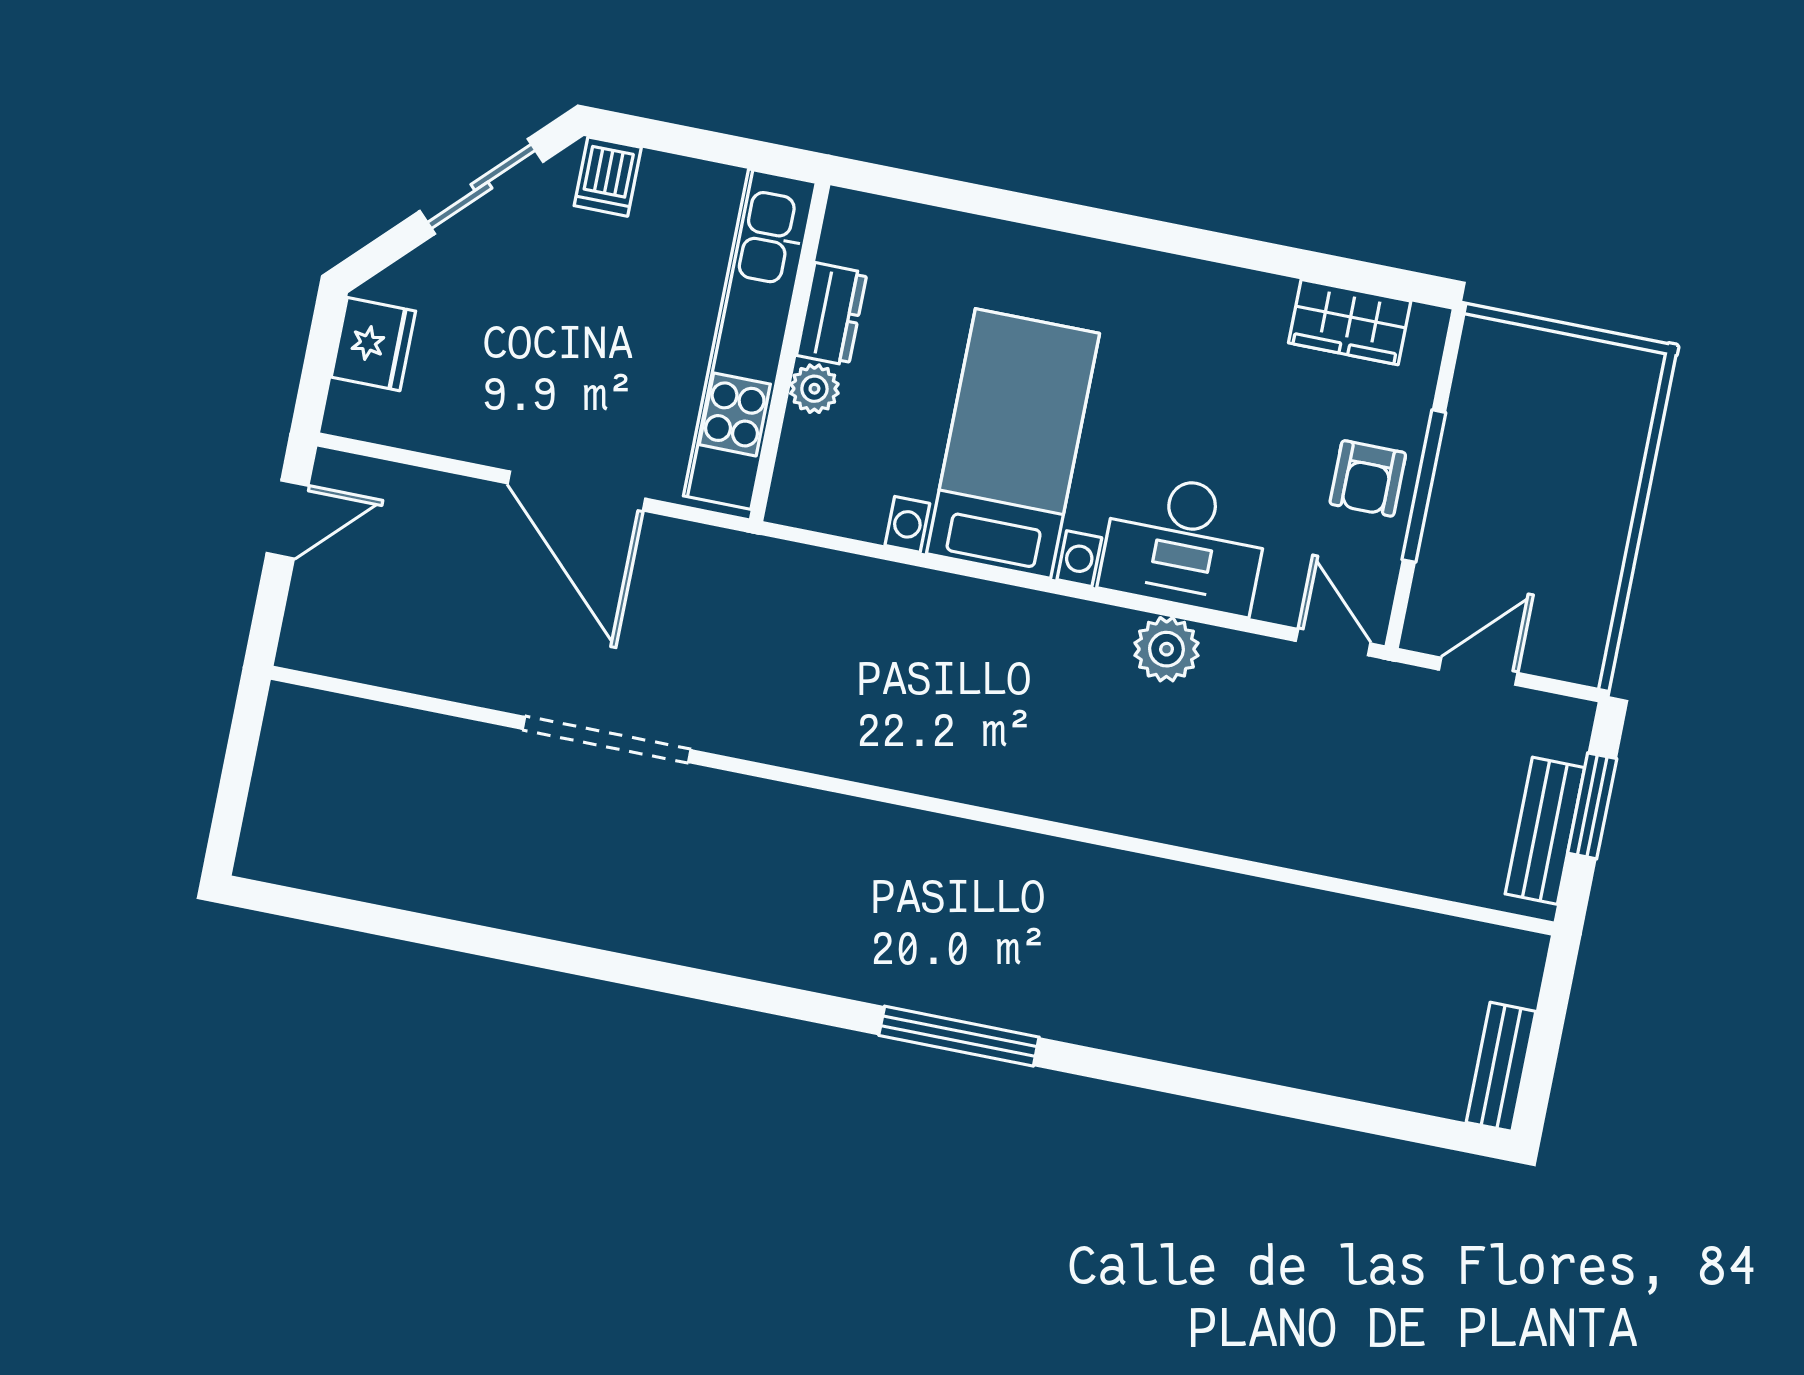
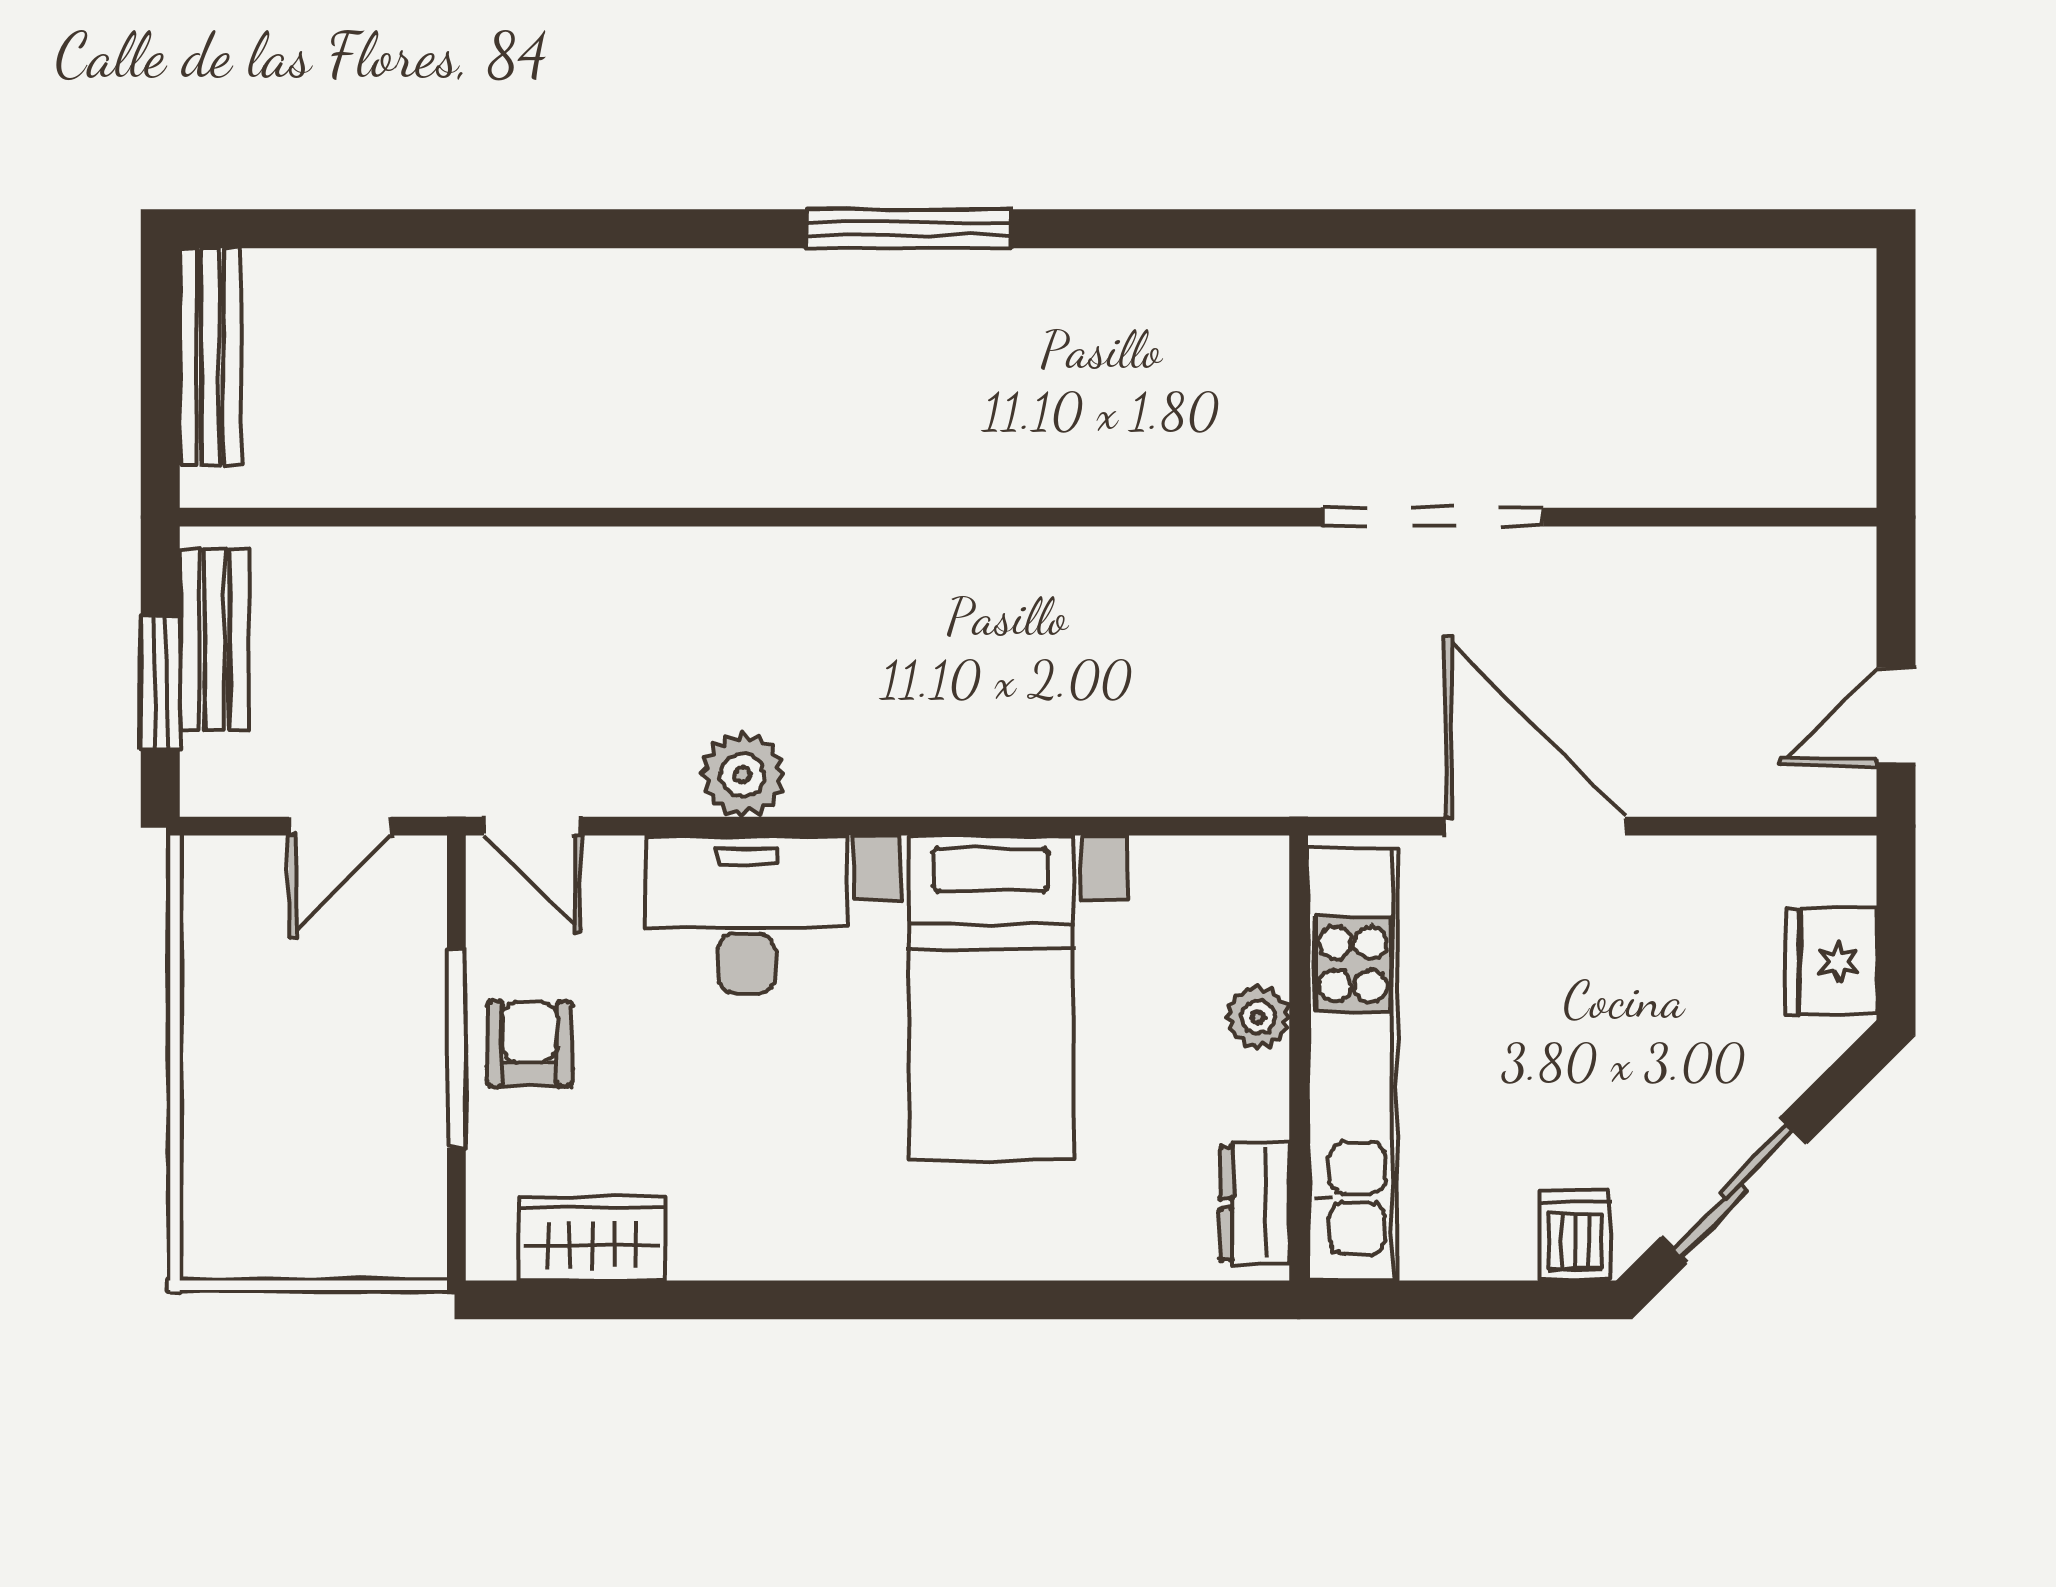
dresser: (832, 314) -> (1255, 1203), moved
bench: (1501, 1067) -> (210, 357), width x1.36

